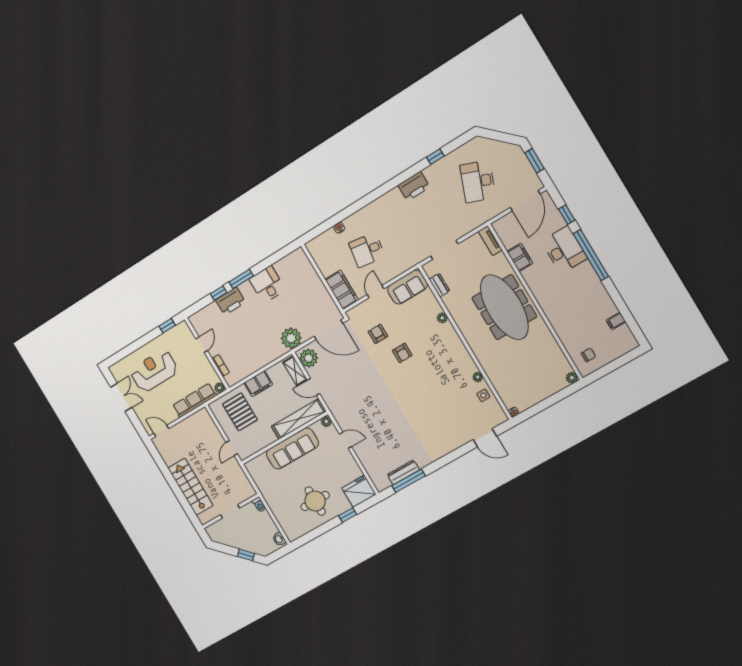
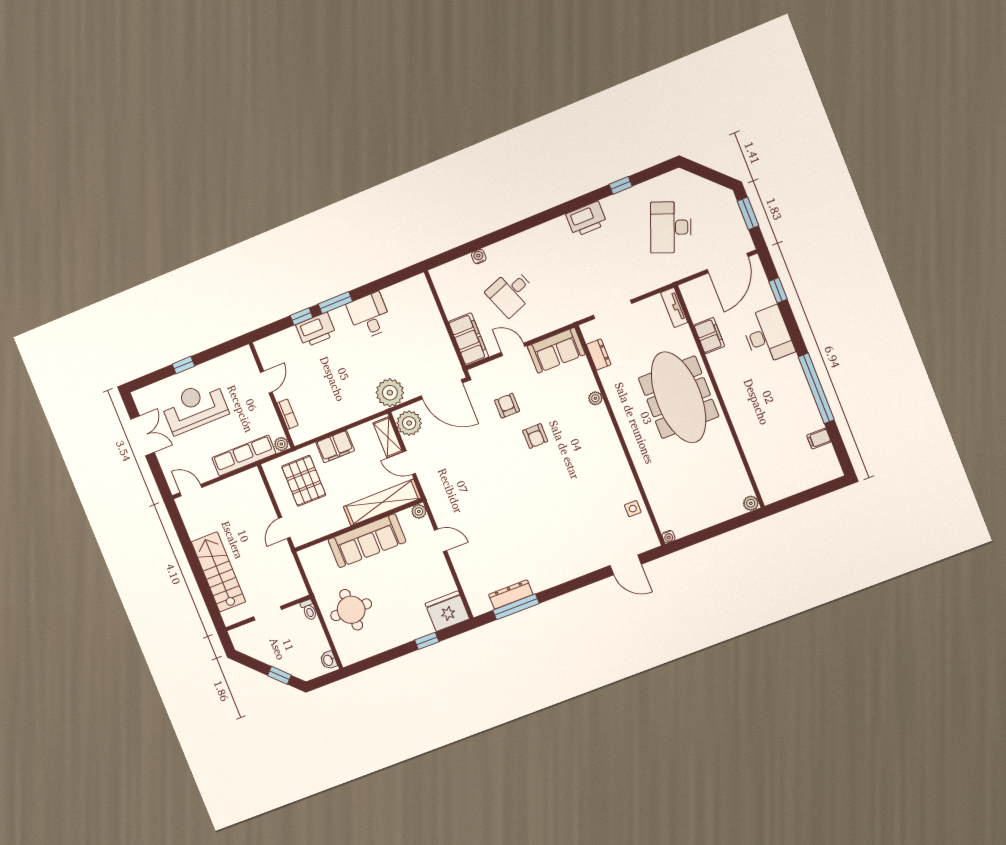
desk: (367, 250) -> (511, 292), turned -30
window: (591, 255) -> (816, 388), moved
door: (376, 292) -> (513, 349), hinge flipped
window: (167, 326) -> (183, 365), moved
chair: (589, 355) -> (777, 477), removed
plant: (478, 377) -> (629, 483), removed
round table: (315, 501) -> (351, 610), moved

